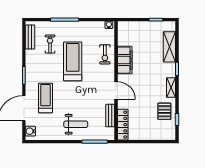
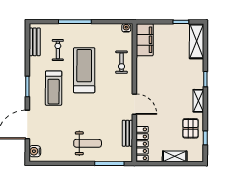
shelving: (169, 47) -> (197, 41), moved
filing cabinet: (125, 60) -> (145, 40), moved
treadmill: (45, 98) -> (54, 88), moved, turned 180
shelving: (151, 135) -> (175, 156), added

